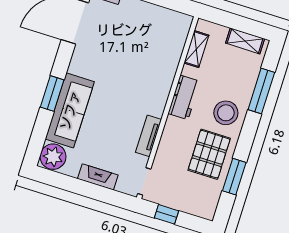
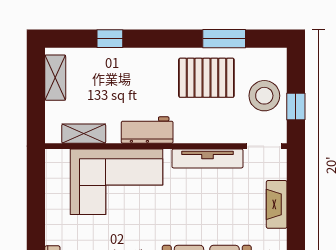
corner sofa: (153, 62) -> (117, 182), added
window: (261, 91) -> (110, 39), width x0.46
stool: (226, 113) -> (264, 96), moved
tv unit: (149, 136) -> (207, 158), width x1.41

